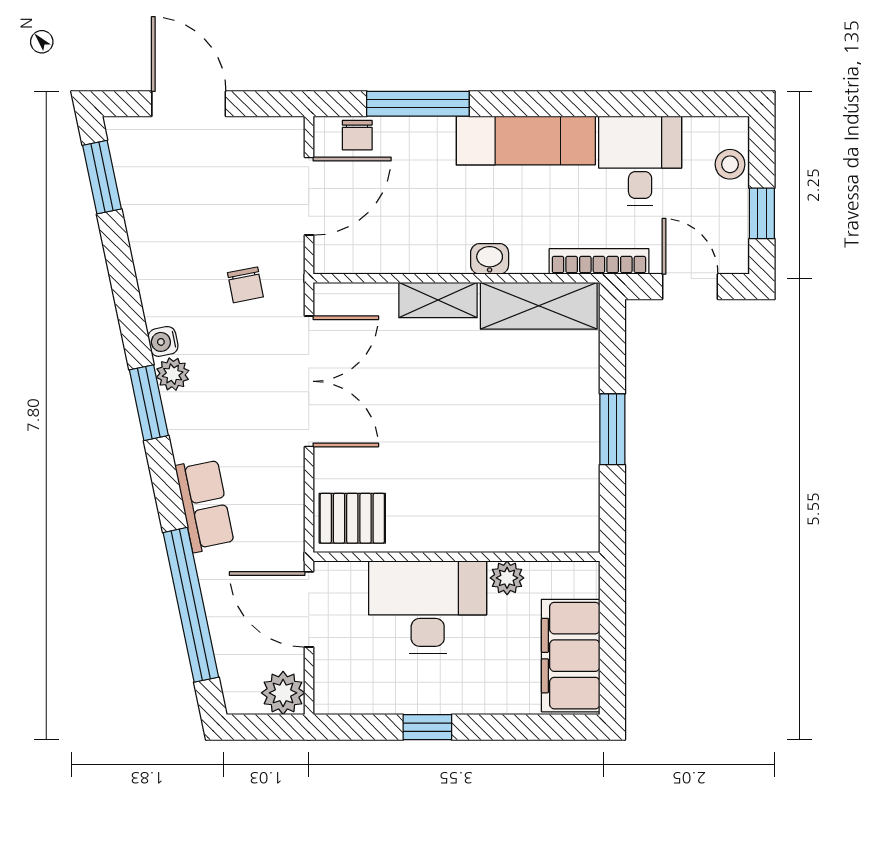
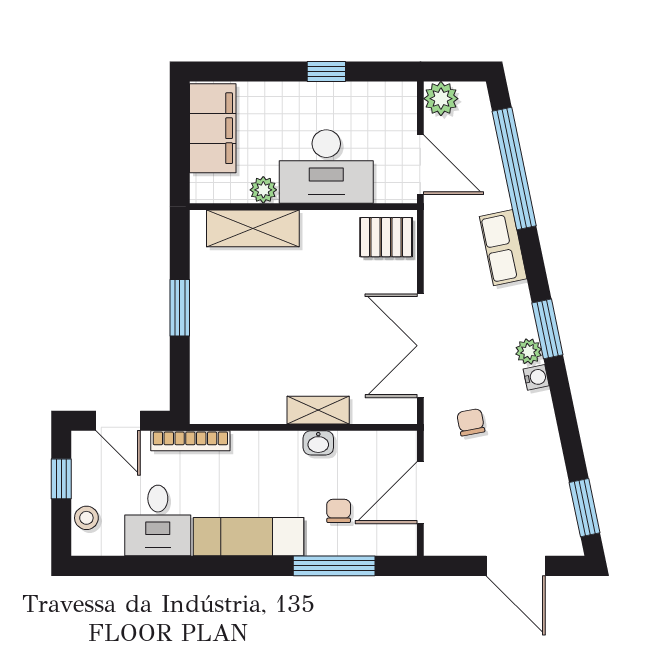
chair: (357, 135) -> (339, 511), moved
washbasin: (490, 259) -> (318, 443), moved
shelving: (539, 306) -> (253, 228), moved

